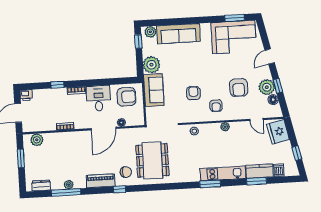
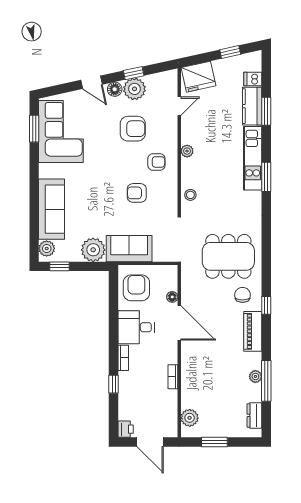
floor lamp: (273, 100) -> (115, 89), moved

